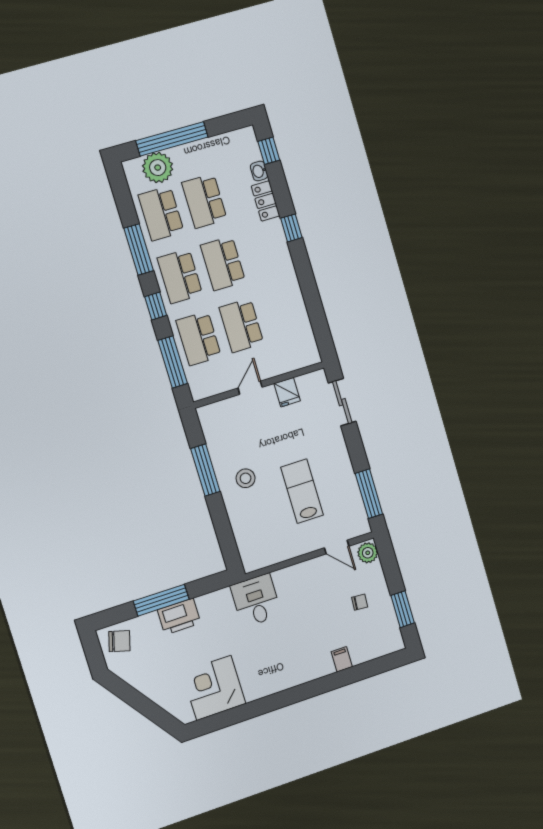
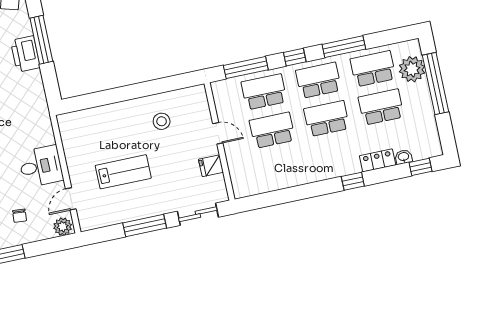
window: (205, 470) -> (150, 88), removed
stool: (246, 478) -> (162, 121), moved
window: (369, 494) -> (145, 226), moved
desk: (256, 600) -> (41, 166), moved

